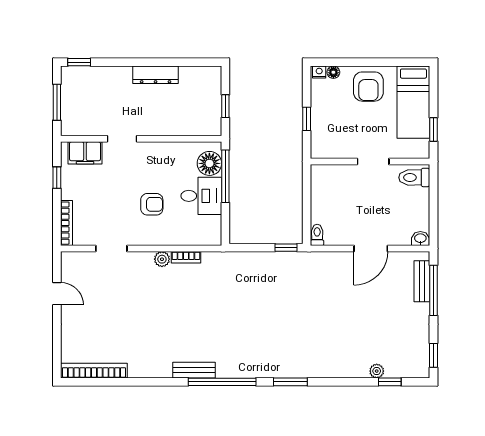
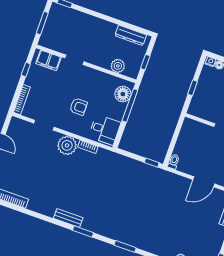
dresser: (156, 75) -> (131, 35), moved
plant: (188, 125) -> (118, 66), added
desk: (201, 196) -> (105, 130), moved
plant: (162, 259) -> (67, 145), width x1.88, depth x1.88
window: (222, 382) -> (83, 232), width x0.47

